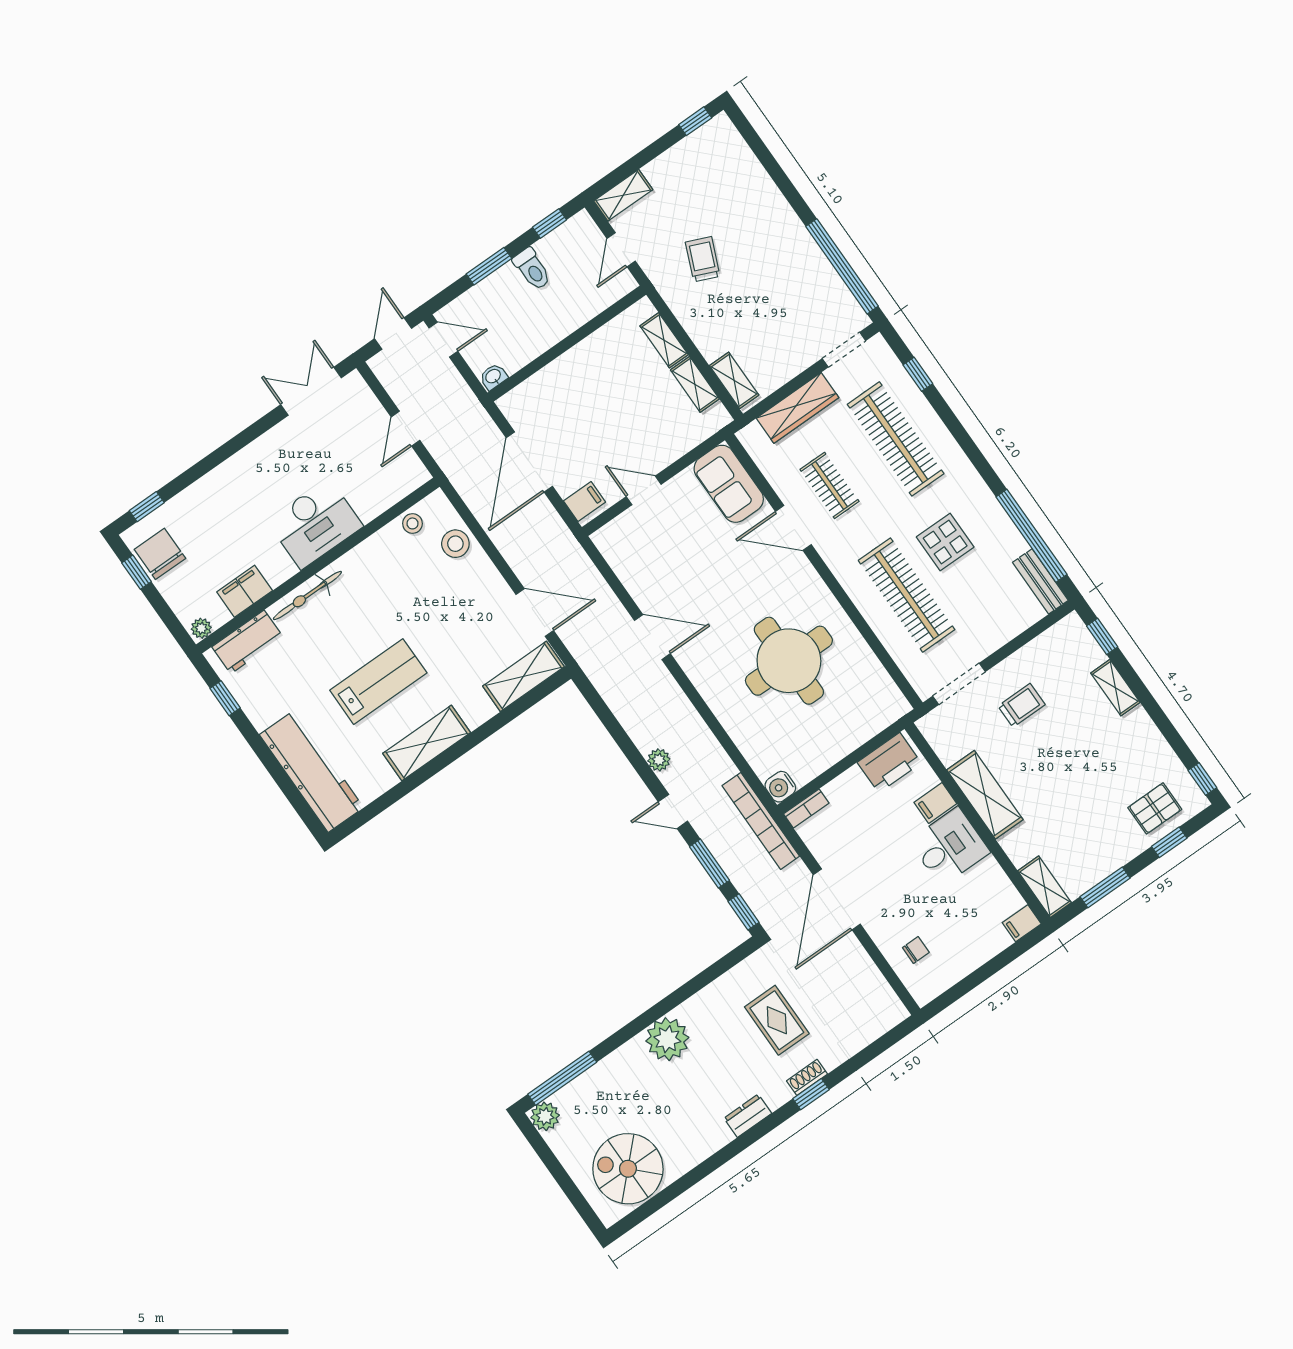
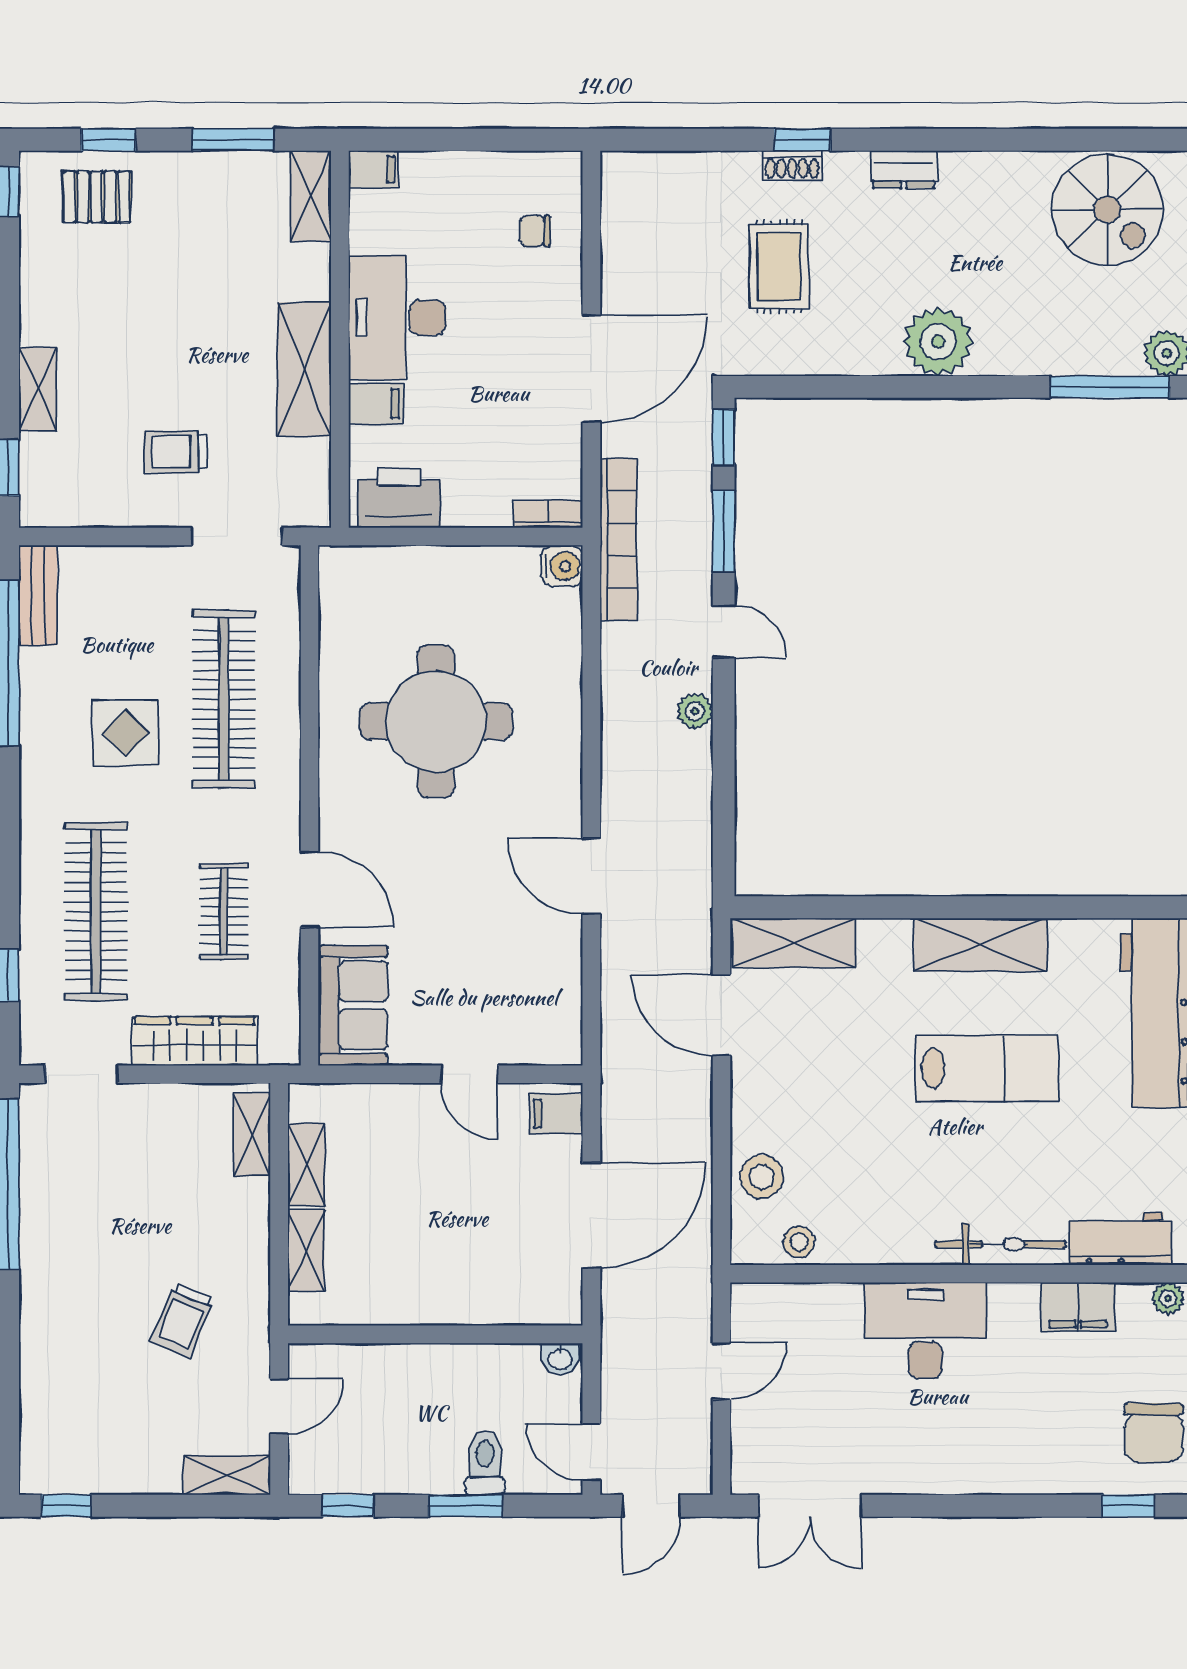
toilet: (532, 269) -> (485, 1463), moved
lab bench: (378, 682) -> (987, 1068), turned 180
desk: (949, 847) -> (397, 317), width x1.37

